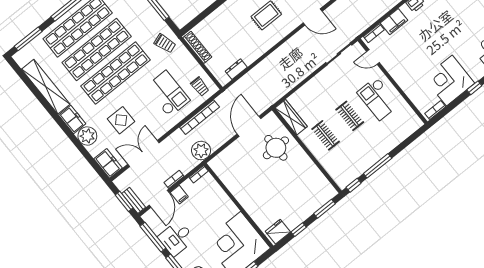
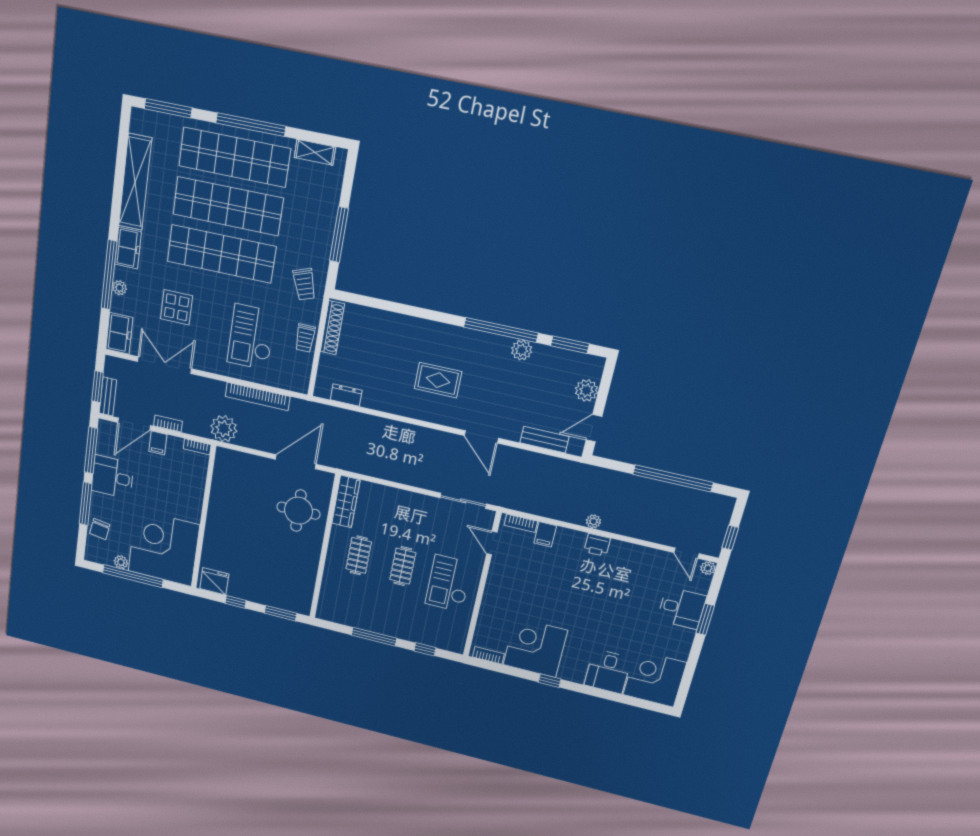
filing cabinet: (394, 22) -> (545, 534), width x0.50
trolley: (200, 87) -> (305, 338), moved
checkout: (168, 94) -> (251, 337), turned 180
plant: (87, 136) -> (119, 288), width x0.53, depth x0.53
window: (76, 142) -> (109, 275), added
window: (354, 185) -> (425, 649), moved

